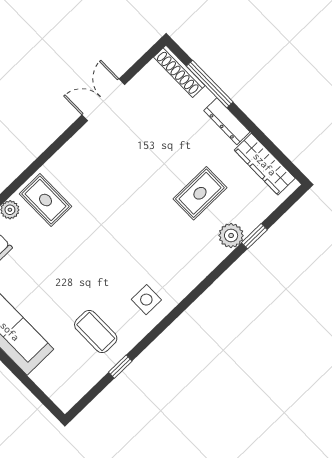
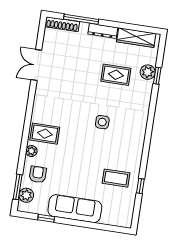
rug: (200, 193) -> (116, 75), turned 90
plant: (231, 235) -> (148, 72), moved
side table: (146, 300) -> (102, 122), moved

